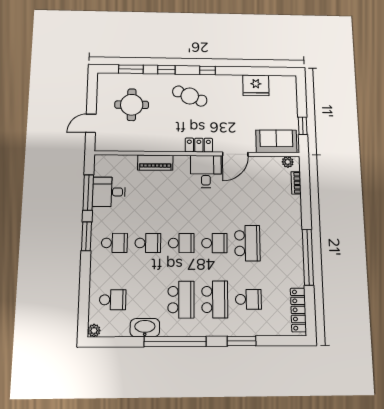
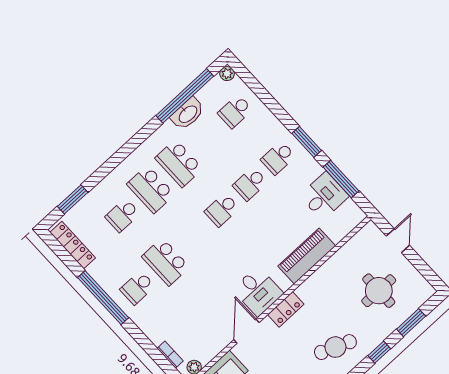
piano: (155, 163) -> (307, 256), width x1.37, depth x1.33
school desk: (214, 243) -> (137, 288), moved
window: (242, 341) -> (73, 199), moved
window: (175, 342) -> (185, 96), moved

